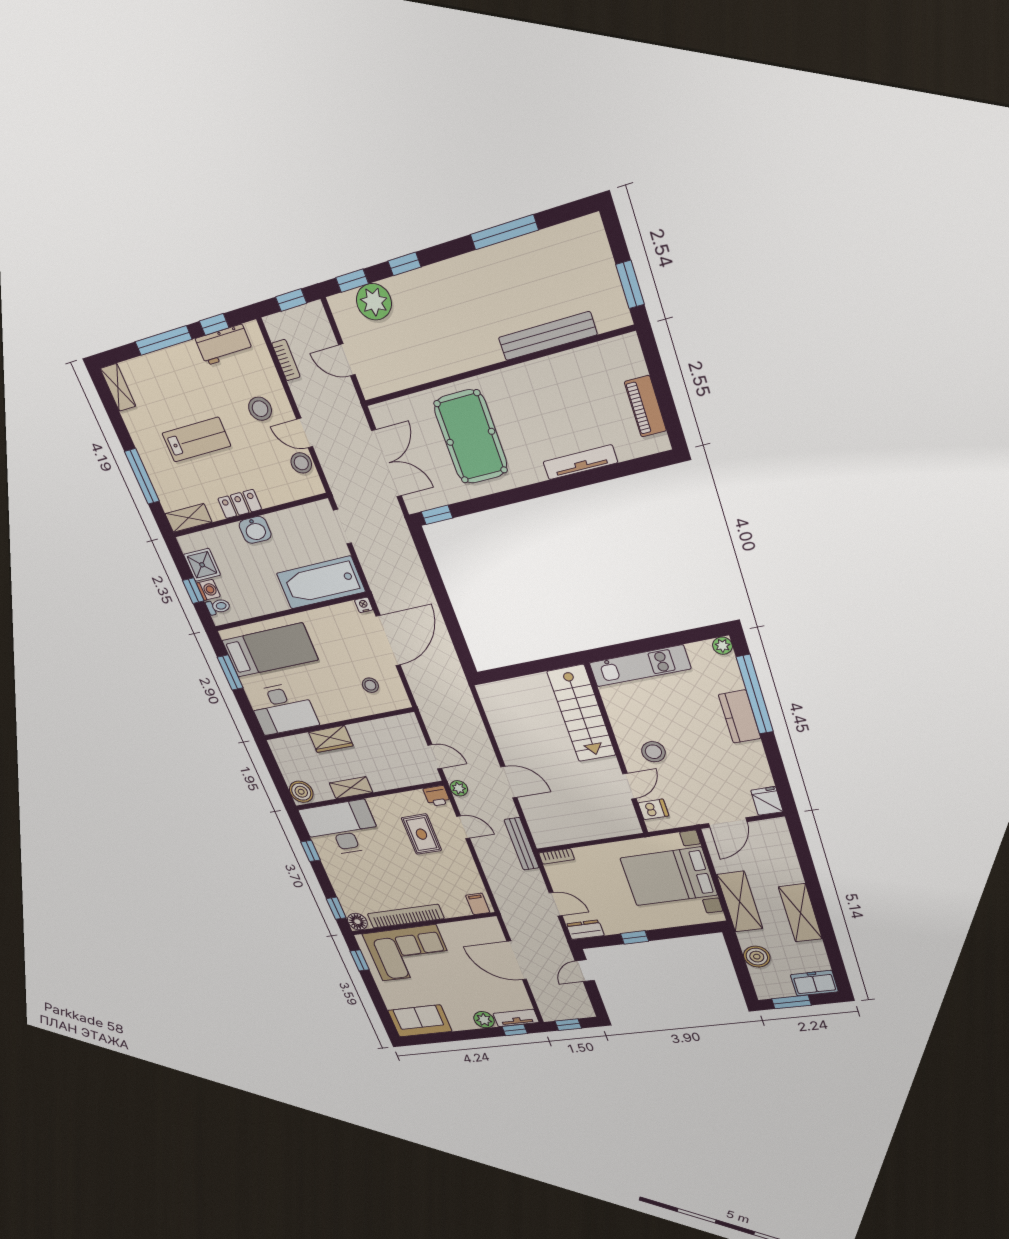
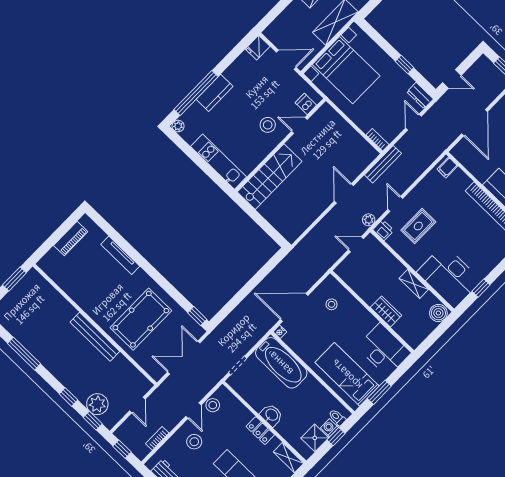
bench: (548, 336) -> (95, 337), moved
door: (435, 757) -> (356, 244), hinge flipped

